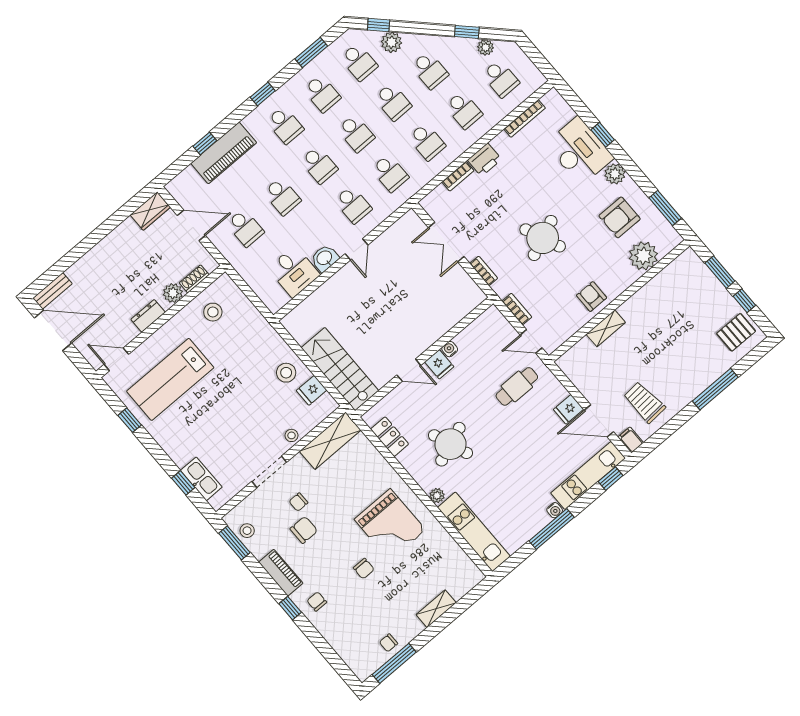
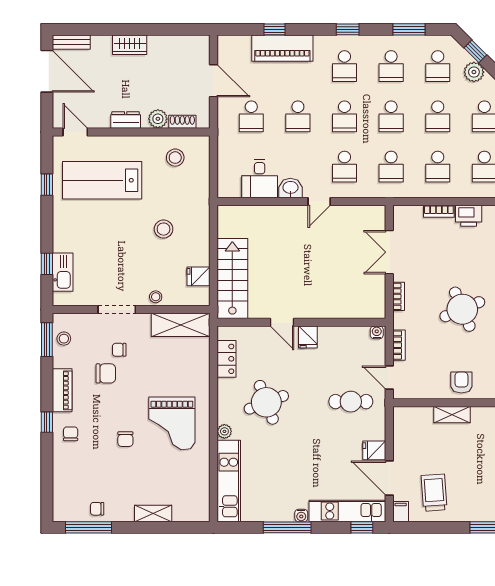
wardrobe: (150, 211) -> (130, 45), moved
water cooler: (450, 349) -> (377, 332), moved
stool: (286, 373) -> (164, 229), moved

